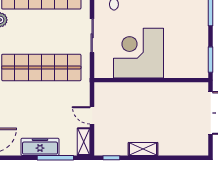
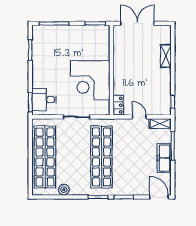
locker: (107, 89) -> (118, 105), added
door: (92, 115) -> (139, 117), swing flipped
shelving: (143, 149) -> (166, 56), moved

